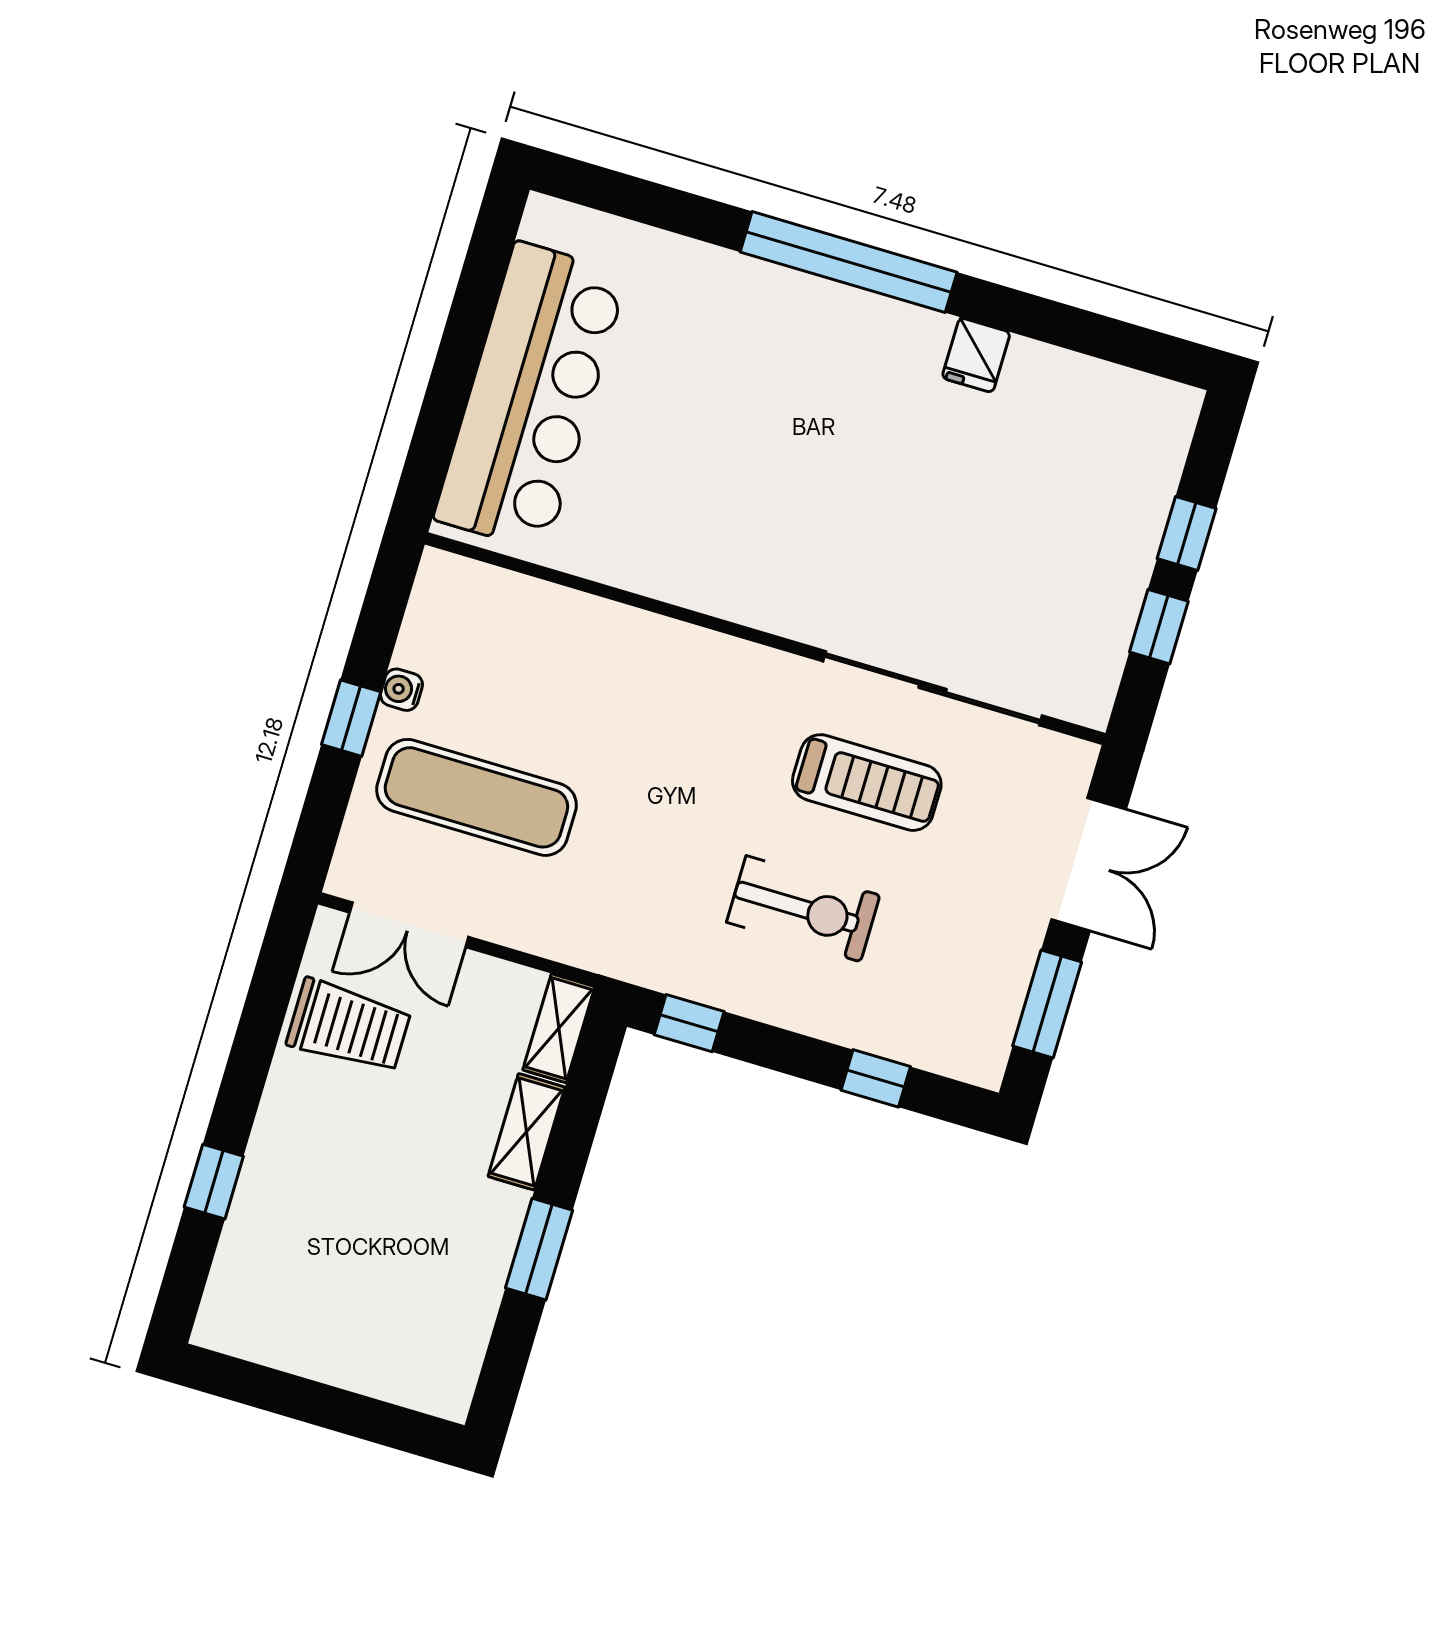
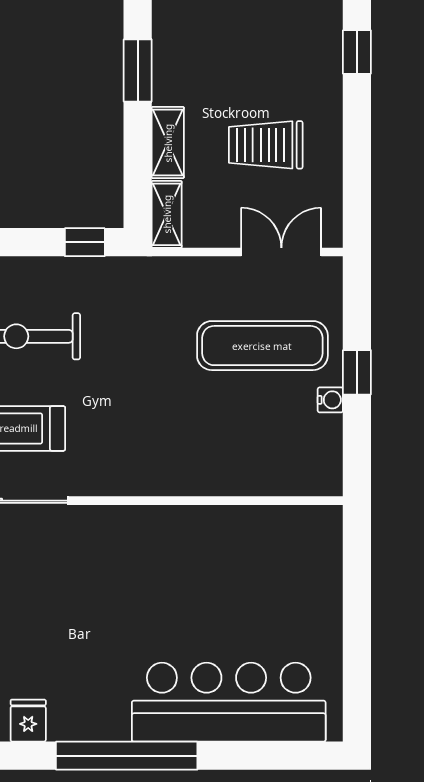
bar counter: (531, 396) -> (229, 702), moved, turned 90
trolley: (349, 1026) -> (266, 145), moved

